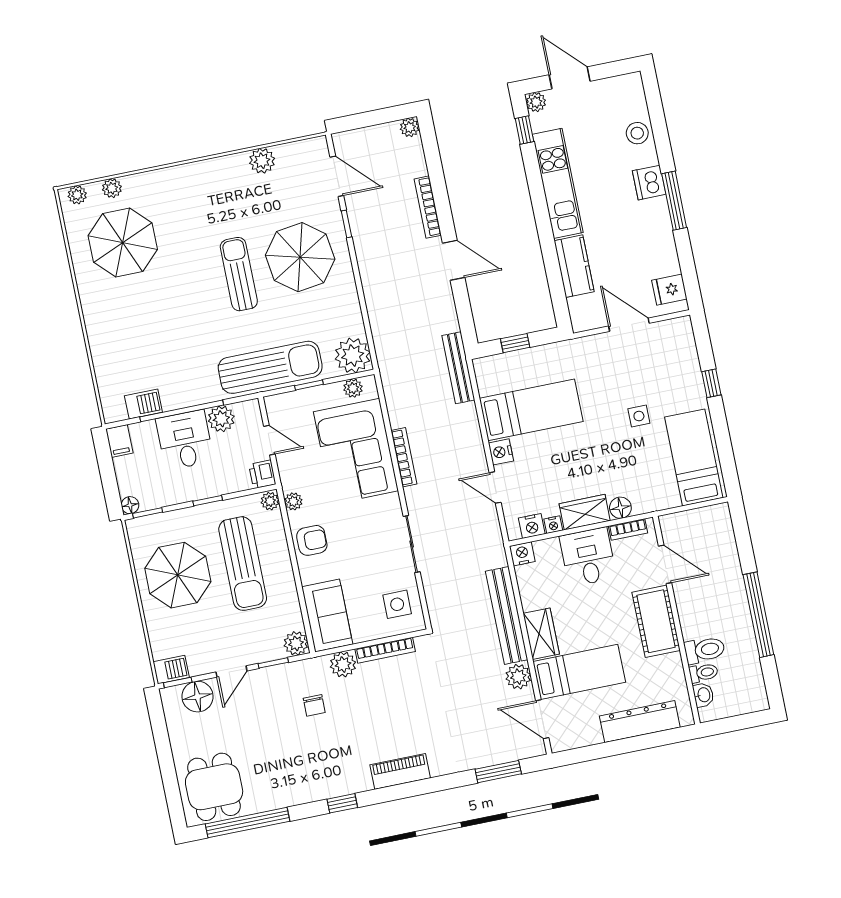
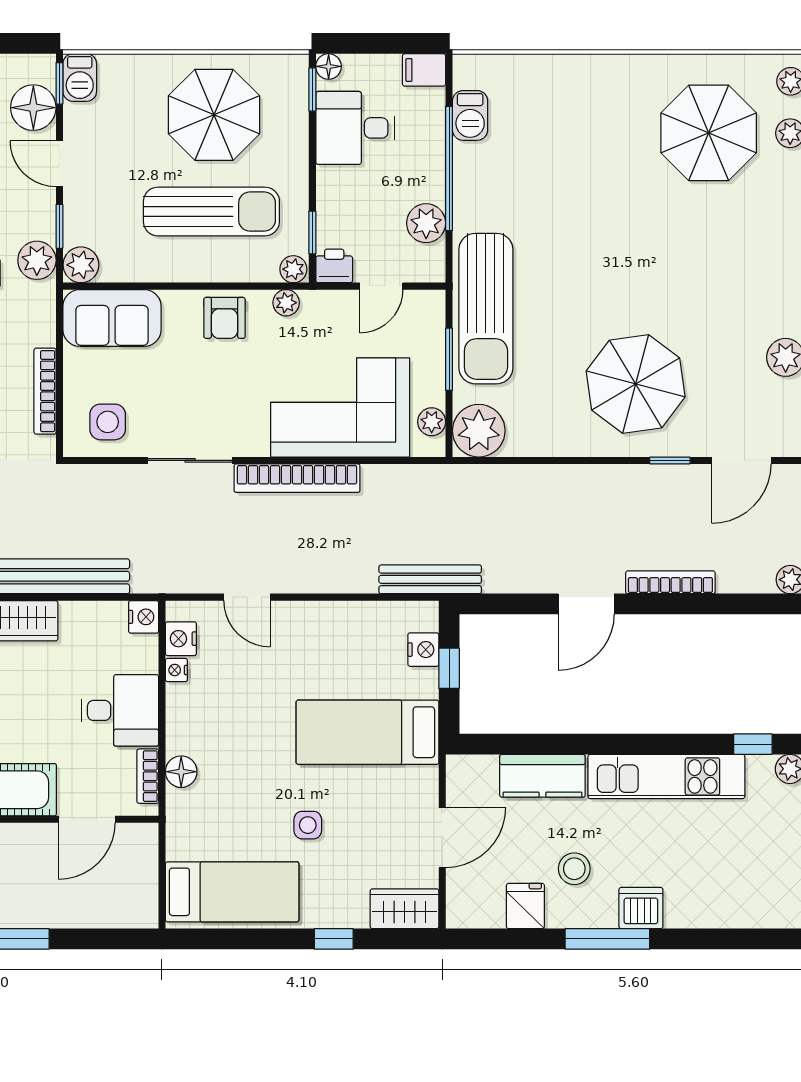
stool: (637, 133) -> (574, 869), moved
sun lounger: (239, 274) -> (629, 291), removed
fridge: (669, 290) -> (525, 906), moved
window: (309, 385) -> (449, 359), width x1.50
bed: (531, 410) -> (367, 732), moved, turned 90
desk: (185, 440) -> (355, 128), moved, turned 180
nightstand: (501, 452) -> (423, 650), moved, turned 90
bookcase: (404, 457) -> (297, 478), width x1.48, depth x1.31
door: (495, 488) -> (247, 597), swing flipped
window: (208, 501) -> (312, 232), moved
wardrobe: (585, 512) -> (404, 909), moved, turned -90
sun lounger: (243, 564) -> (211, 211), turned 180
plant: (343, 664) -> (37, 260), moved

